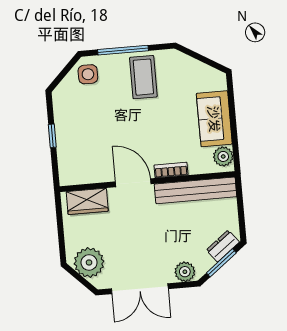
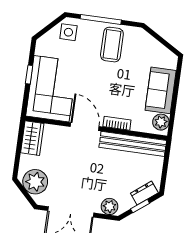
corner sofa: (83, 147) -> (52, 89), added
wardrobe: (87, 201) -> (32, 138), moved, turned -90
window: (221, 263) -> (140, 206), width x0.67

